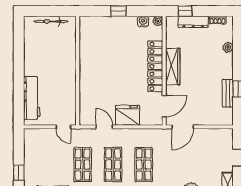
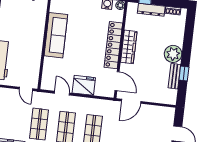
plant: (228, 47) -> (173, 54), moved, width x1.88, depth x1.88
sofa: (90, 63) -> (56, 35), added
door: (164, 106) -> (117, 81), hinge flipped

